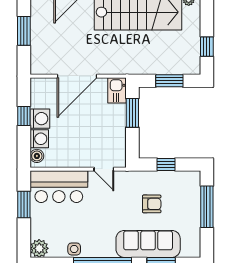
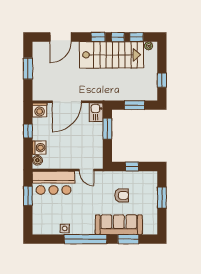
washing machine: (40, 119) -> (40, 110), moved, turned 90
window: (207, 207) -> (162, 198), width x0.69
plant: (39, 248) -> (39, 228), removed

